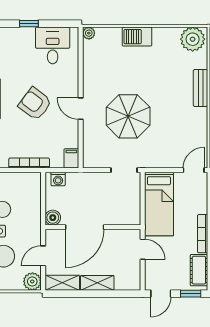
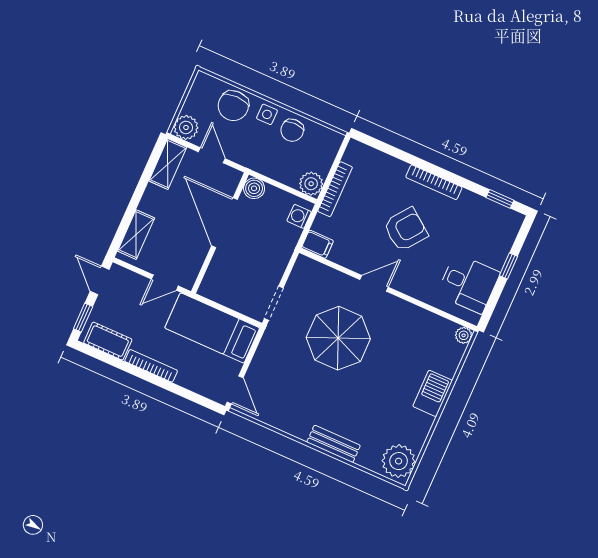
plant: (33, 181) -> (311, 184), added
shelving: (97, 283) -> (136, 235), moved

